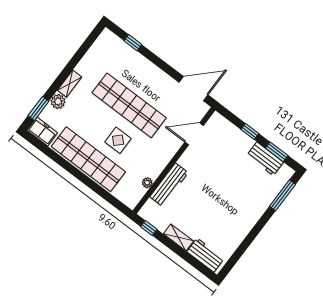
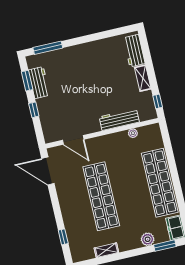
shelving: (70, 84) -> (106, 250), moved
display table: (118, 140) -> (129, 179), removed

